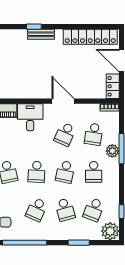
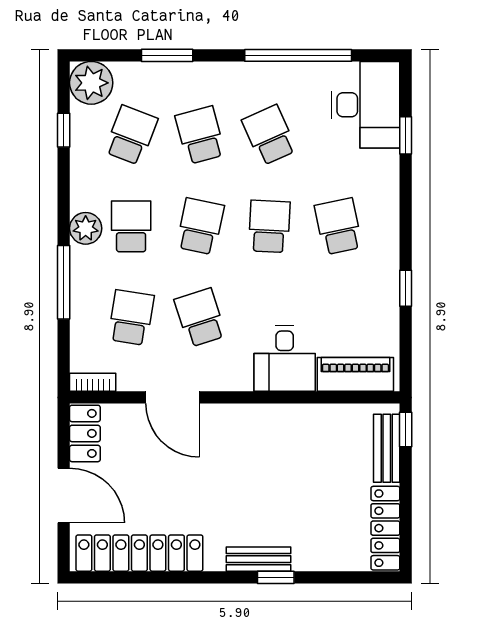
door: (63, 101) -> (173, 397), moved
school desk: (65, 134) -> (200, 318), turned -42
plant: (112, 151) -> (86, 228), moved
school desk: (37, 210) -> (269, 135), turned -48

